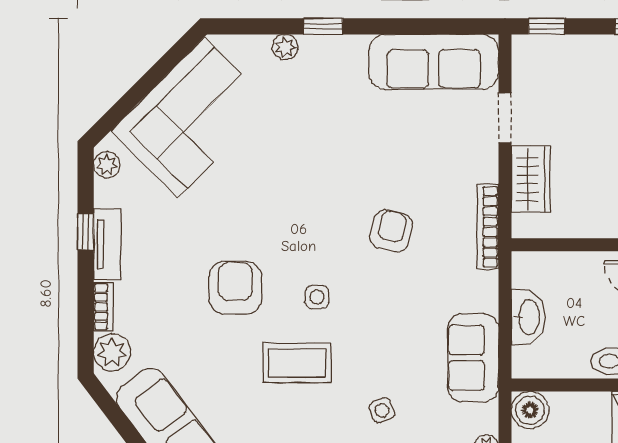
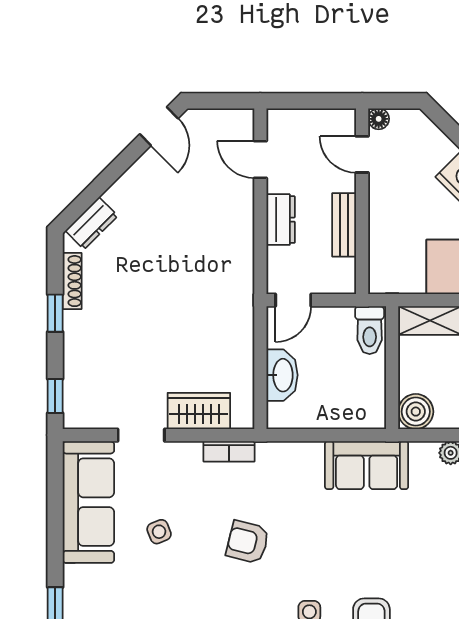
bookcase: (488, 227) -> (229, 451), width x0.64
washbasin: (528, 317) -> (282, 375), moved, turned 90
side table: (382, 410) -> (159, 532), moved

